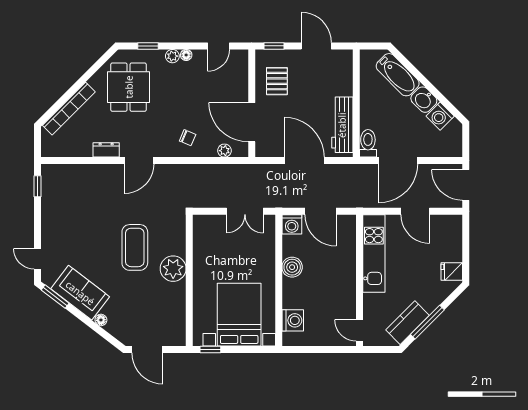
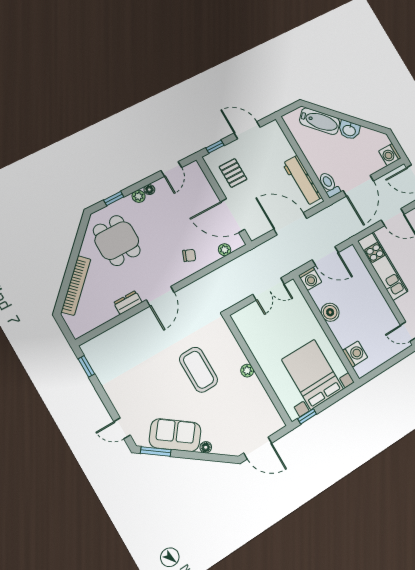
washing machine: (440, 116) -> (390, 155), moved, turned 45
plant: (173, 269) -> (247, 371), width x0.53, depth x0.53

